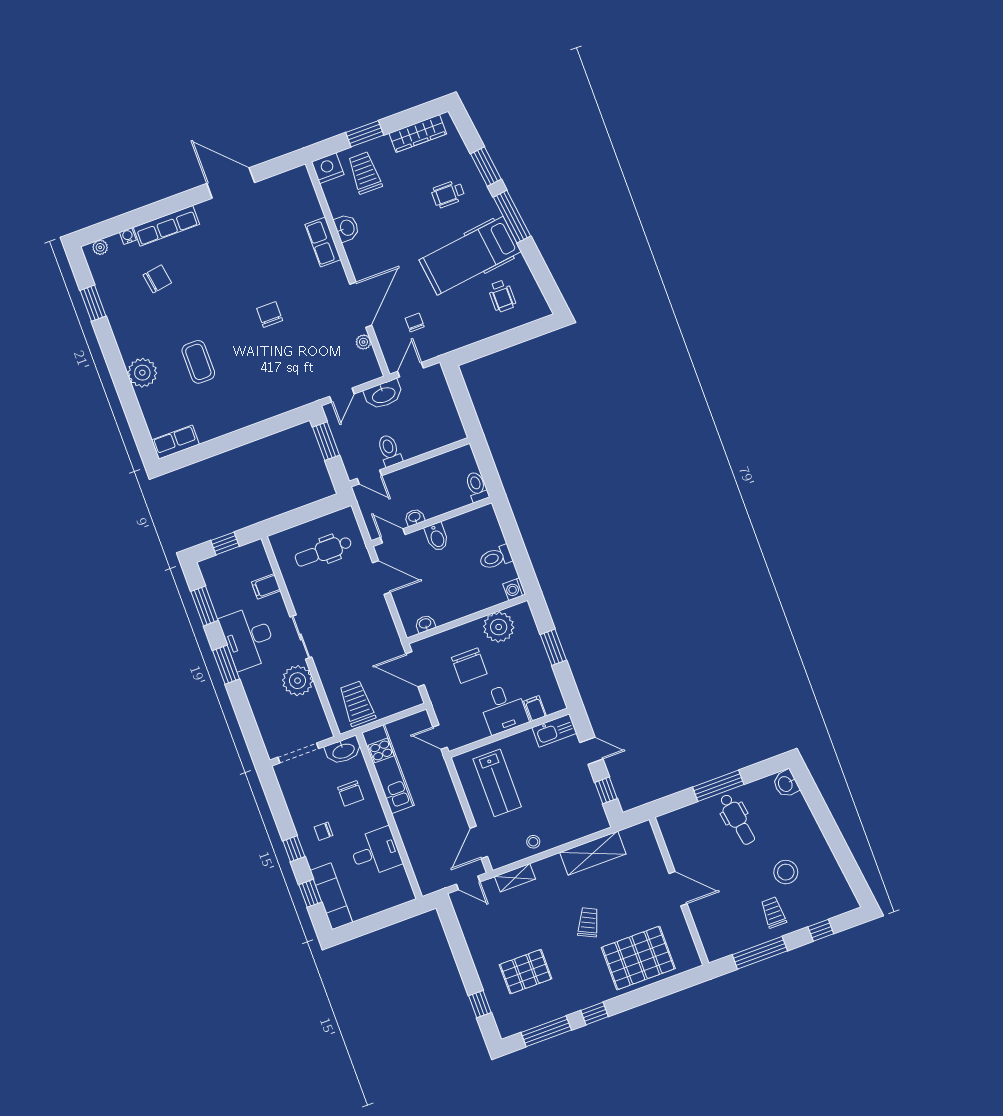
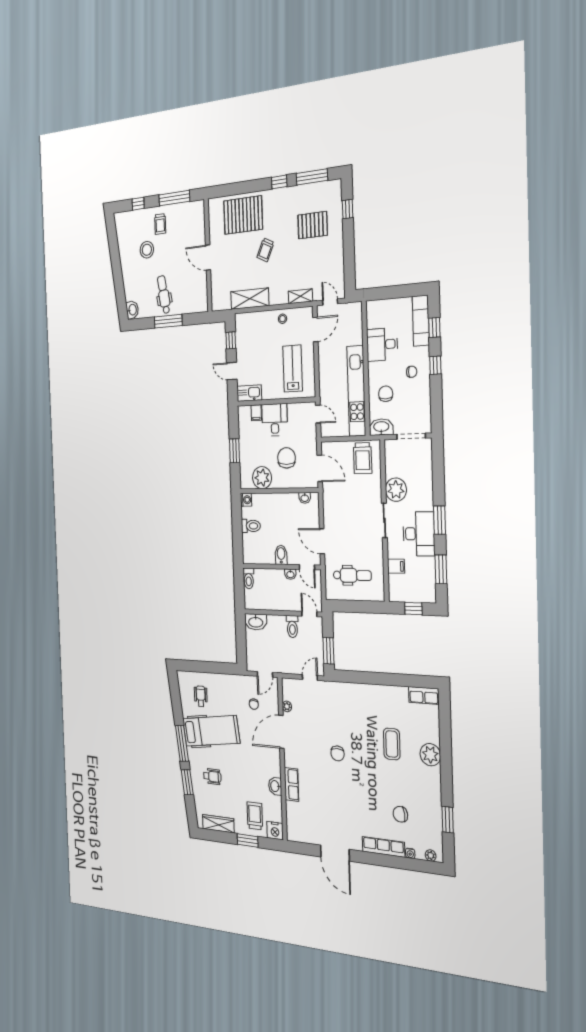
trolley: (365, 173) -> (255, 816), turned 180
washbasin: (383, 395) -> (256, 622), moved, turned 180
kitchen unit: (388, 769) -> (356, 391), width x1.36

